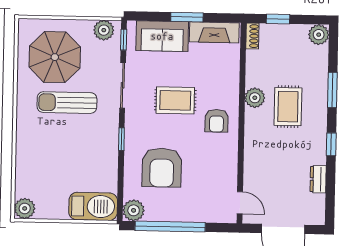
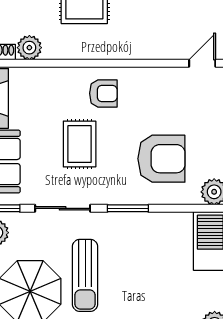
plant: (255, 98) -> (29, 48), moved
window: (121, 139) -> (128, 208), width x1.50

